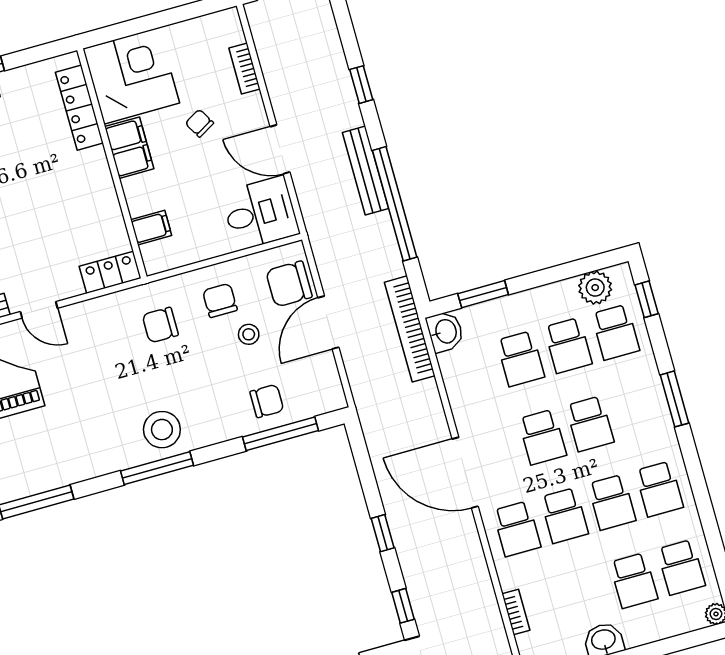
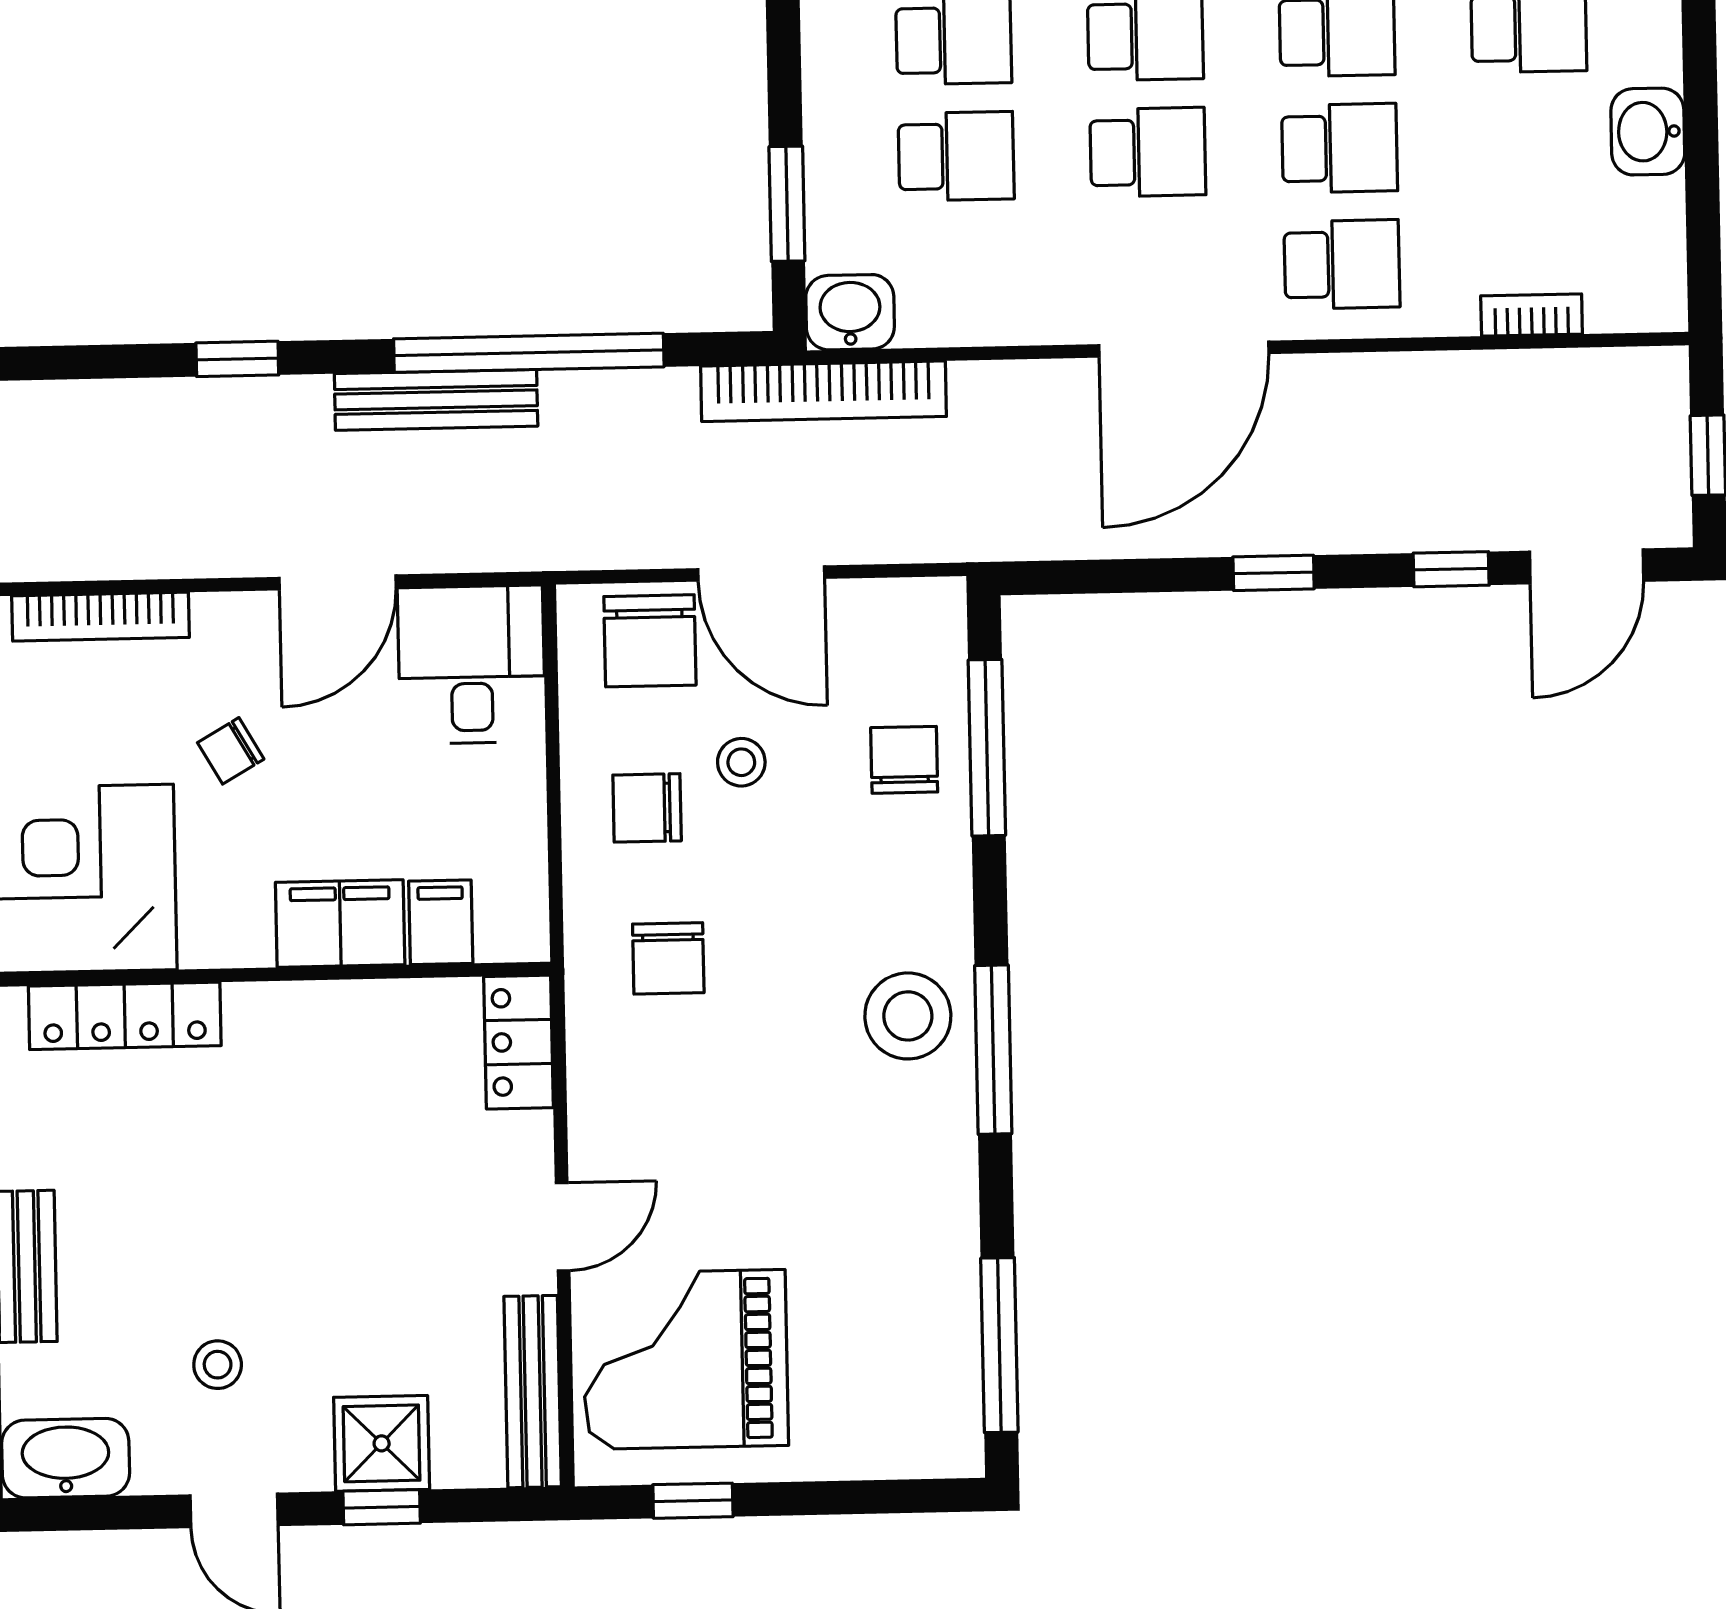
bookcase: (244, 69) -> (100, 617), width x1.56
filing cabinet: (129, 148) -> (340, 924), moved

